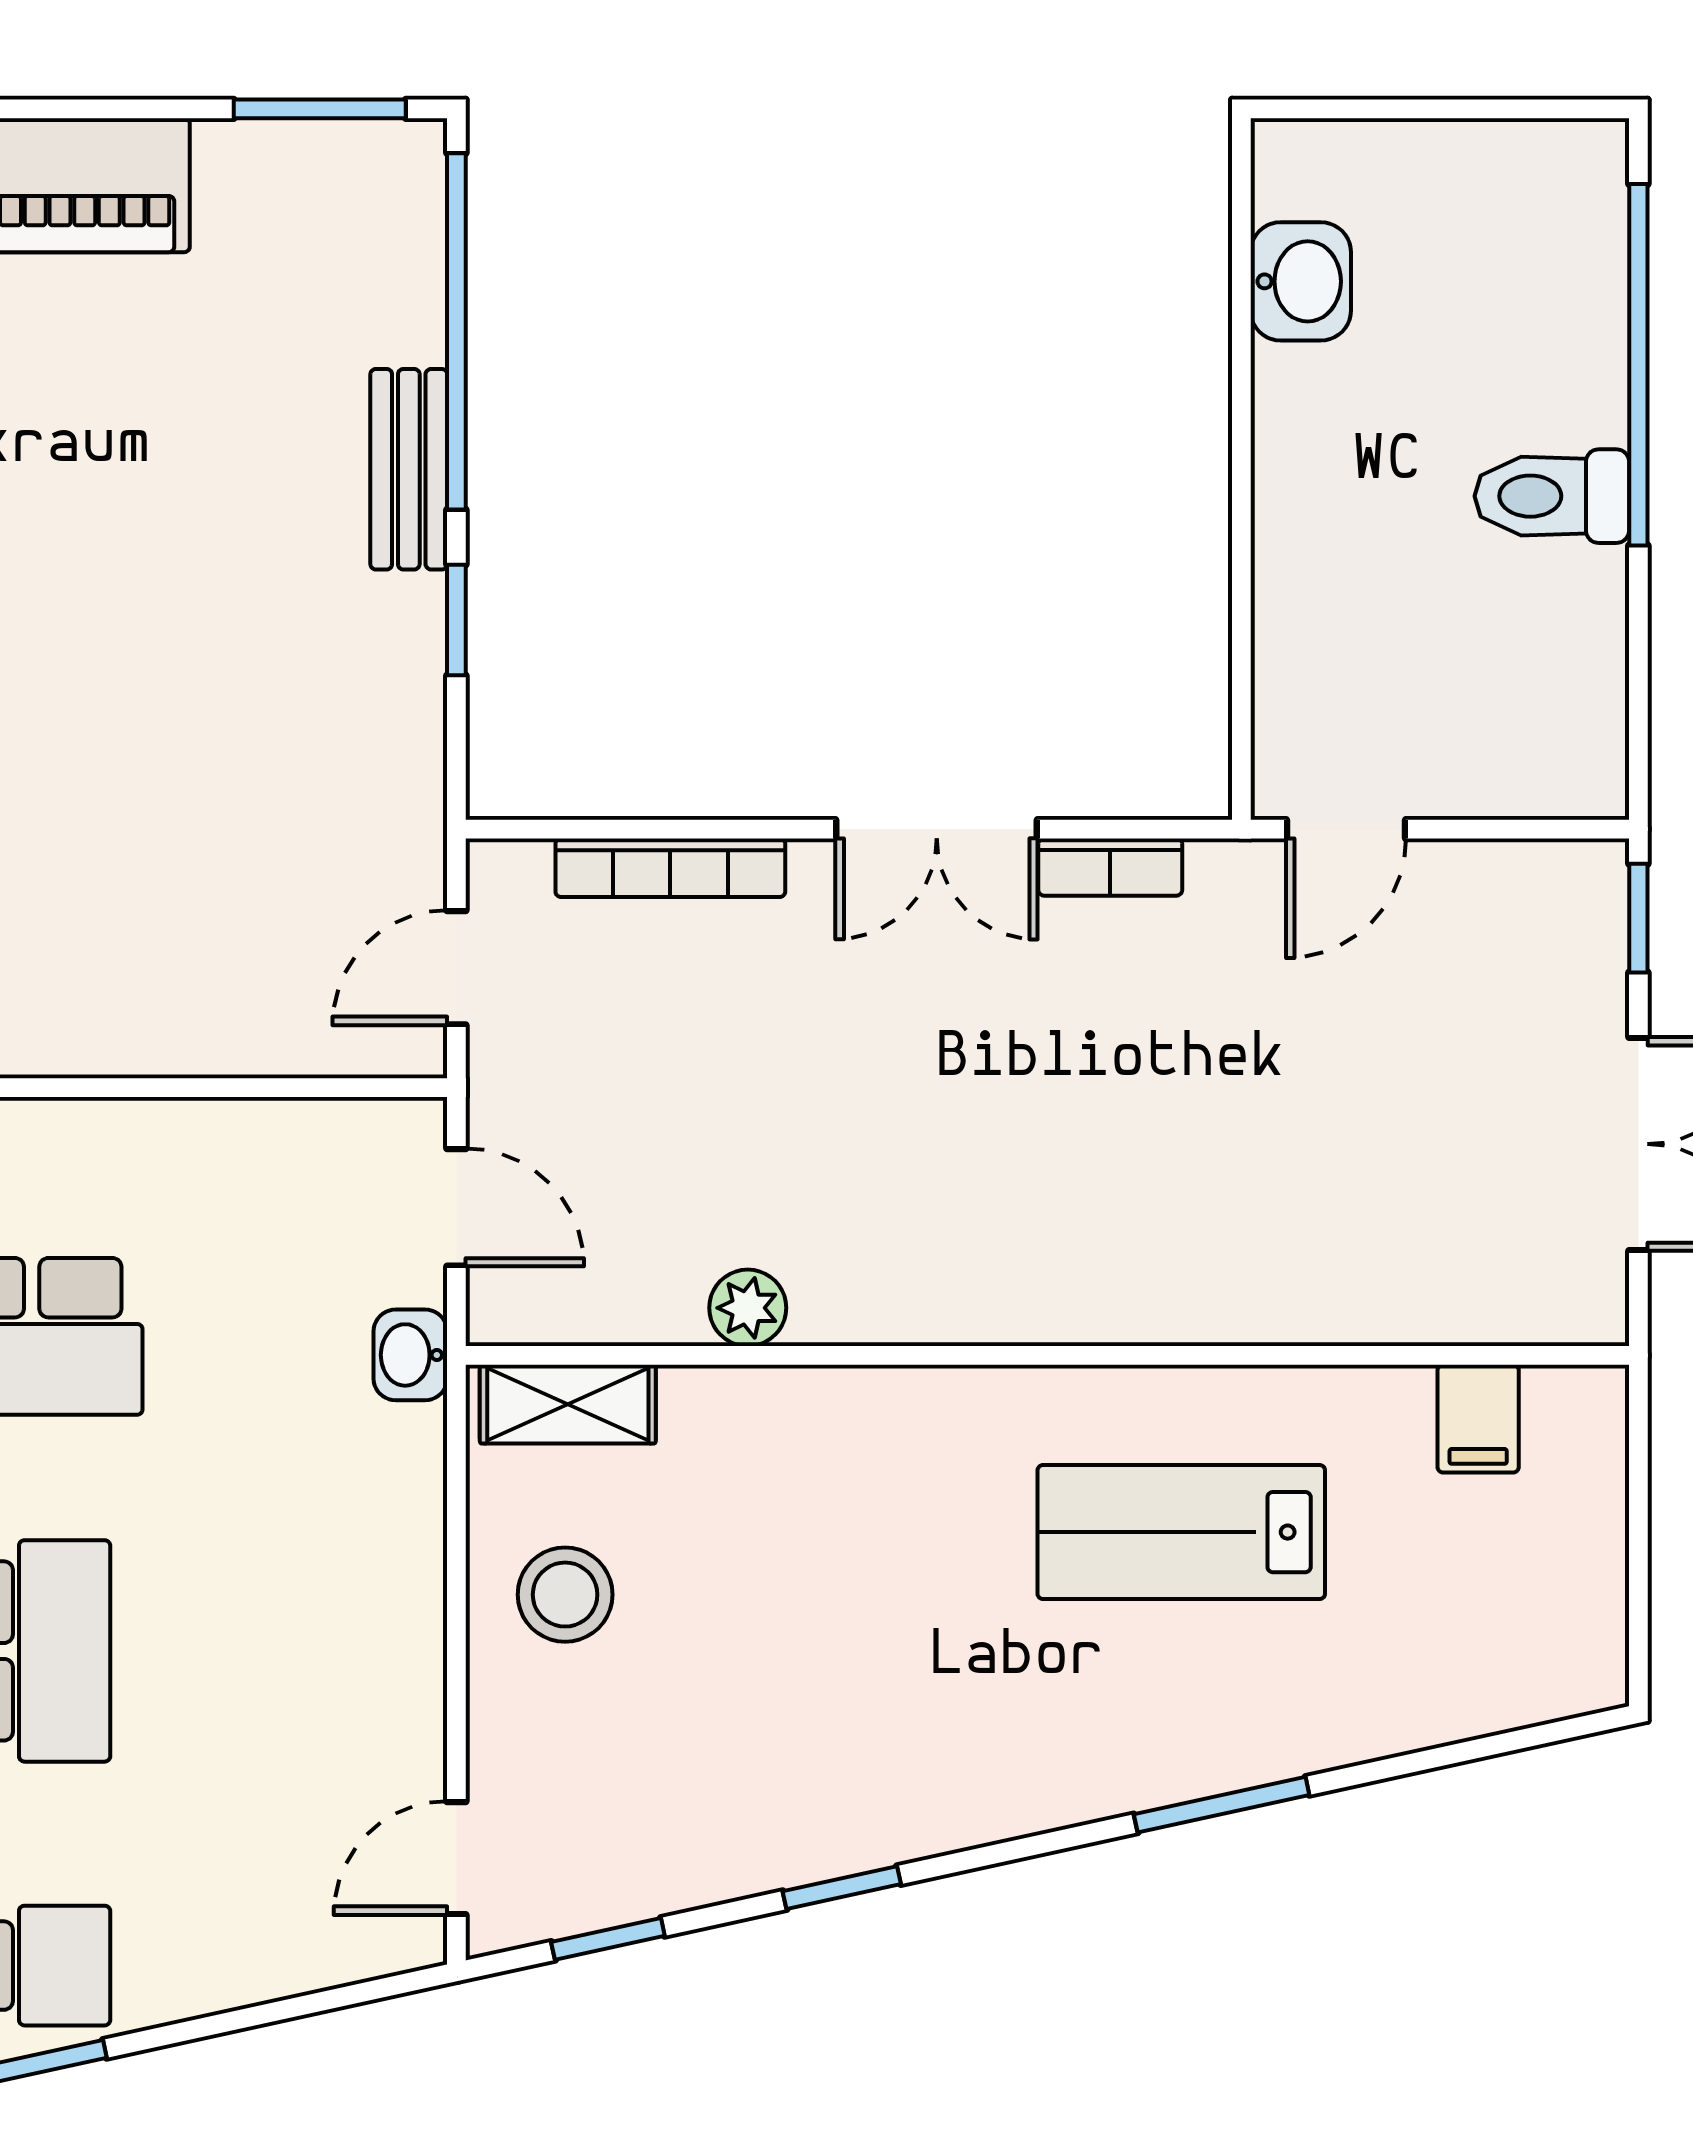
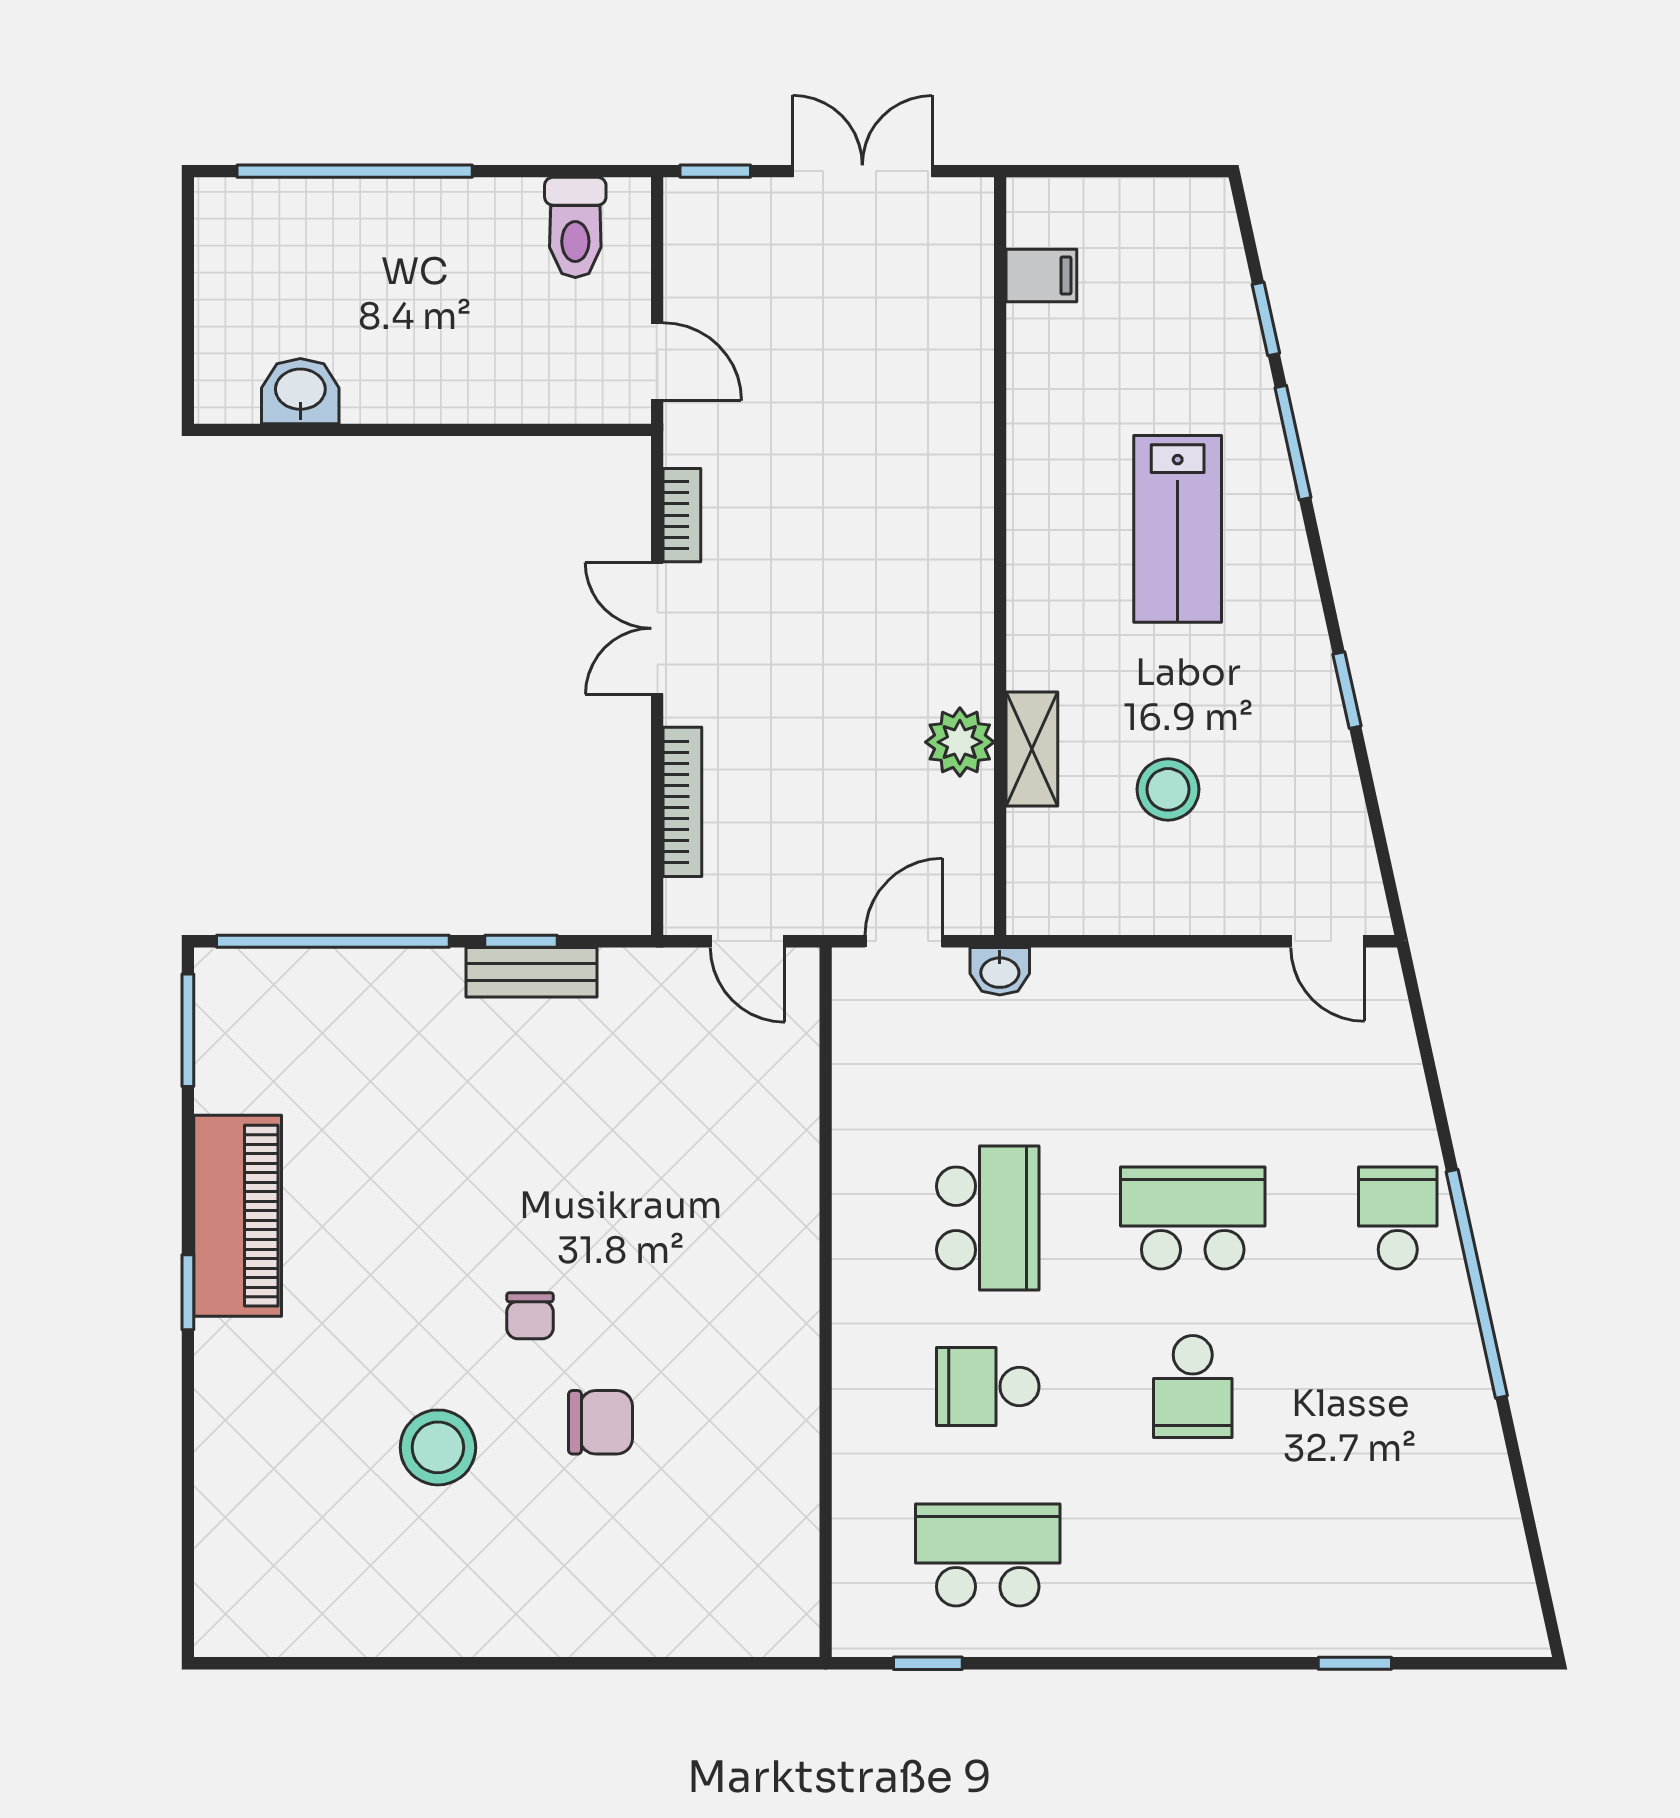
bench: (409, 469) -> (531, 972), moved
toilet: (1552, 496) -> (575, 227), moved
double door: (937, 829) -> (657, 628), swing flipped
plant: (748, 1308) -> (960, 742), width x1.38, depth x1.38
shelving: (568, 1404) -> (1032, 749), moved
lab bench: (1181, 1532) -> (1178, 529), moved
stool: (565, 1595) -> (1168, 789), moved
window: (608, 1939) -> (1266, 319), moved

